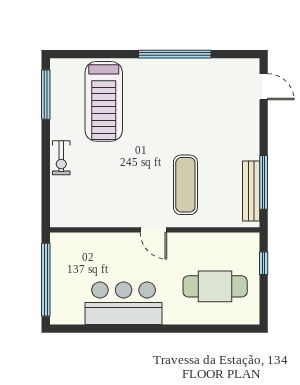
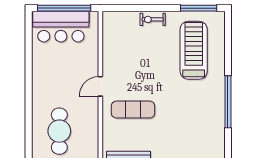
treadmill: (104, 101) -> (194, 50), turned 90
bar counter: (124, 303) -> (61, 27), moved, turned 90

